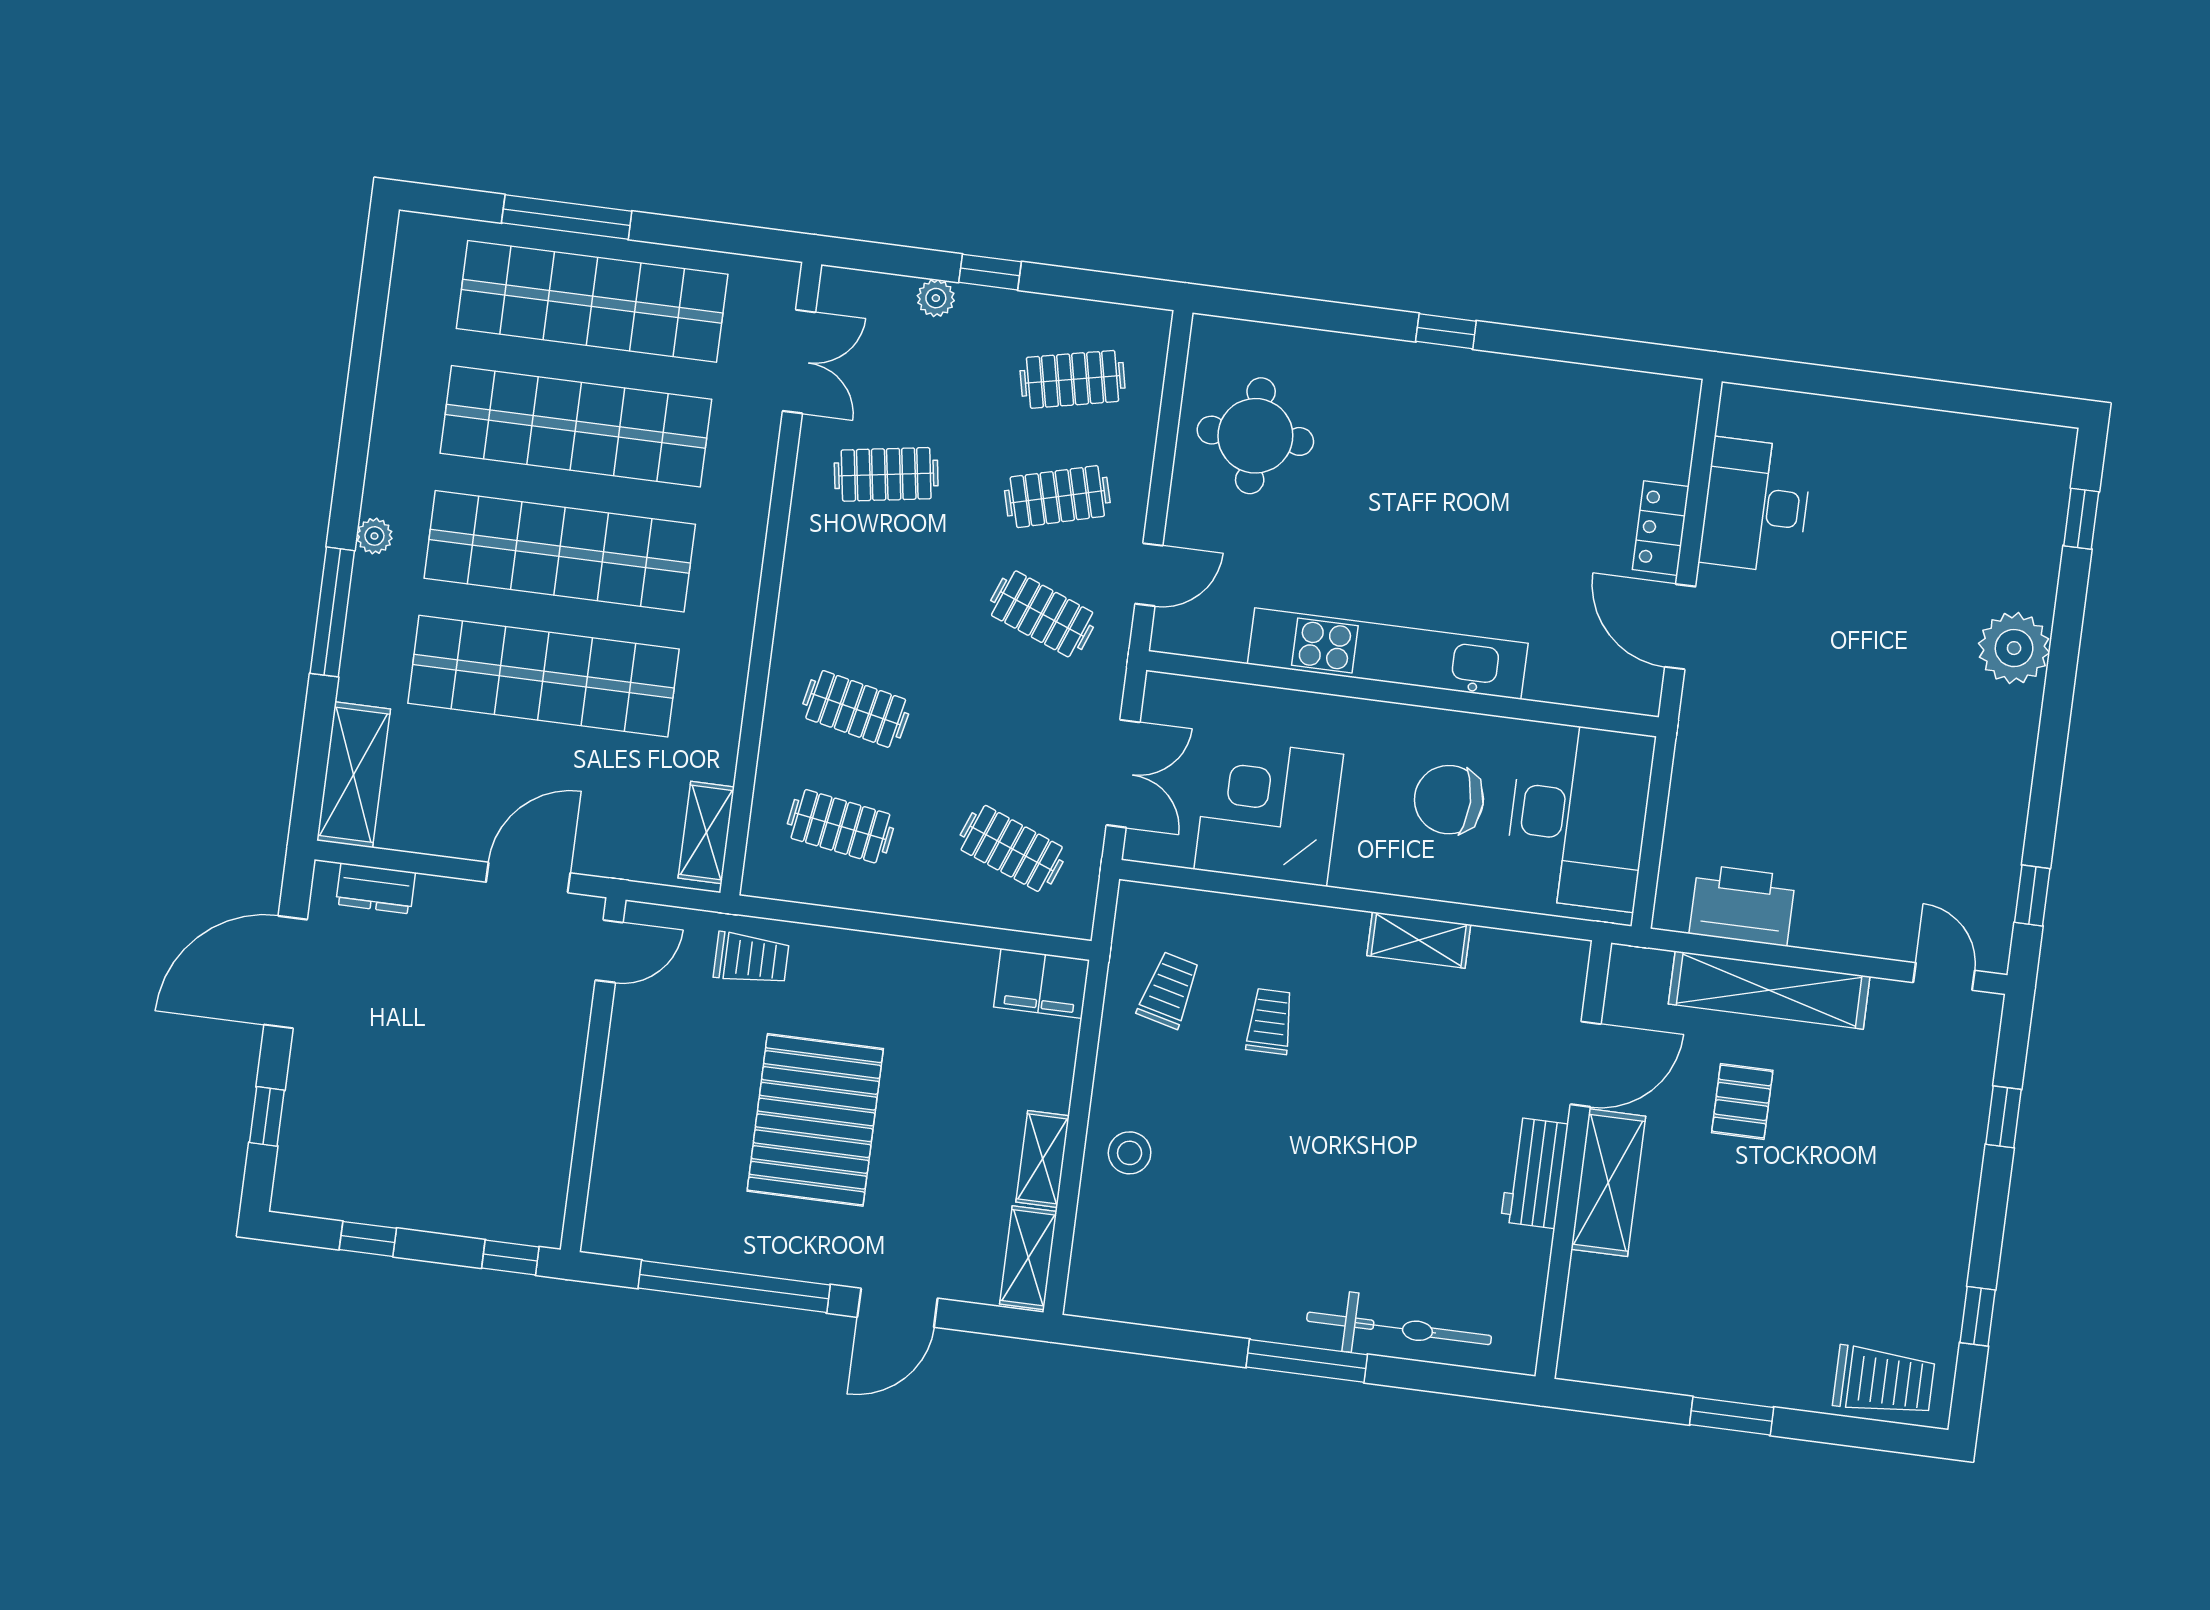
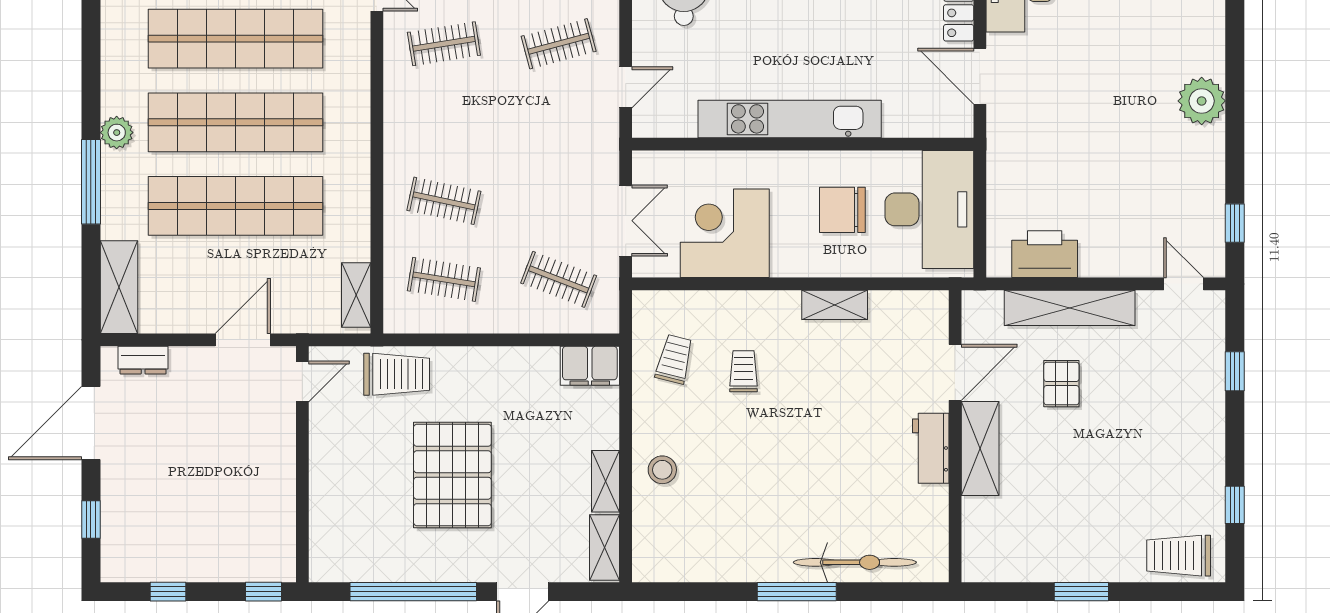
plant: (374, 536) -> (117, 133), width x1.38, depth x1.38
clothes rail: (1042, 614) -> (559, 122), removed
plant: (2014, 648) -> (1202, 101), moved
trolley: (751, 959) -> (397, 374), width x1.36, depth x1.39
trolley: (1884, 1381) -> (1179, 556), turned 180

